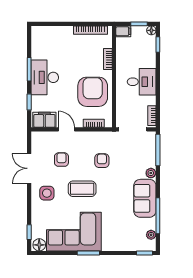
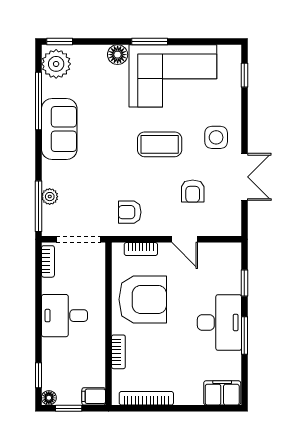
armchair: (93, 92) -> (143, 299), turned -90
filing cabinet: (44, 120) -> (222, 393), moved, turned 180
armchair: (102, 161) -> (130, 212), moved, turned 90
plant: (151, 173) -> (50, 197), moved
plant: (151, 235) -> (56, 64), width x1.87, depth x1.87
floor lamp: (39, 245) -> (118, 55), moved

